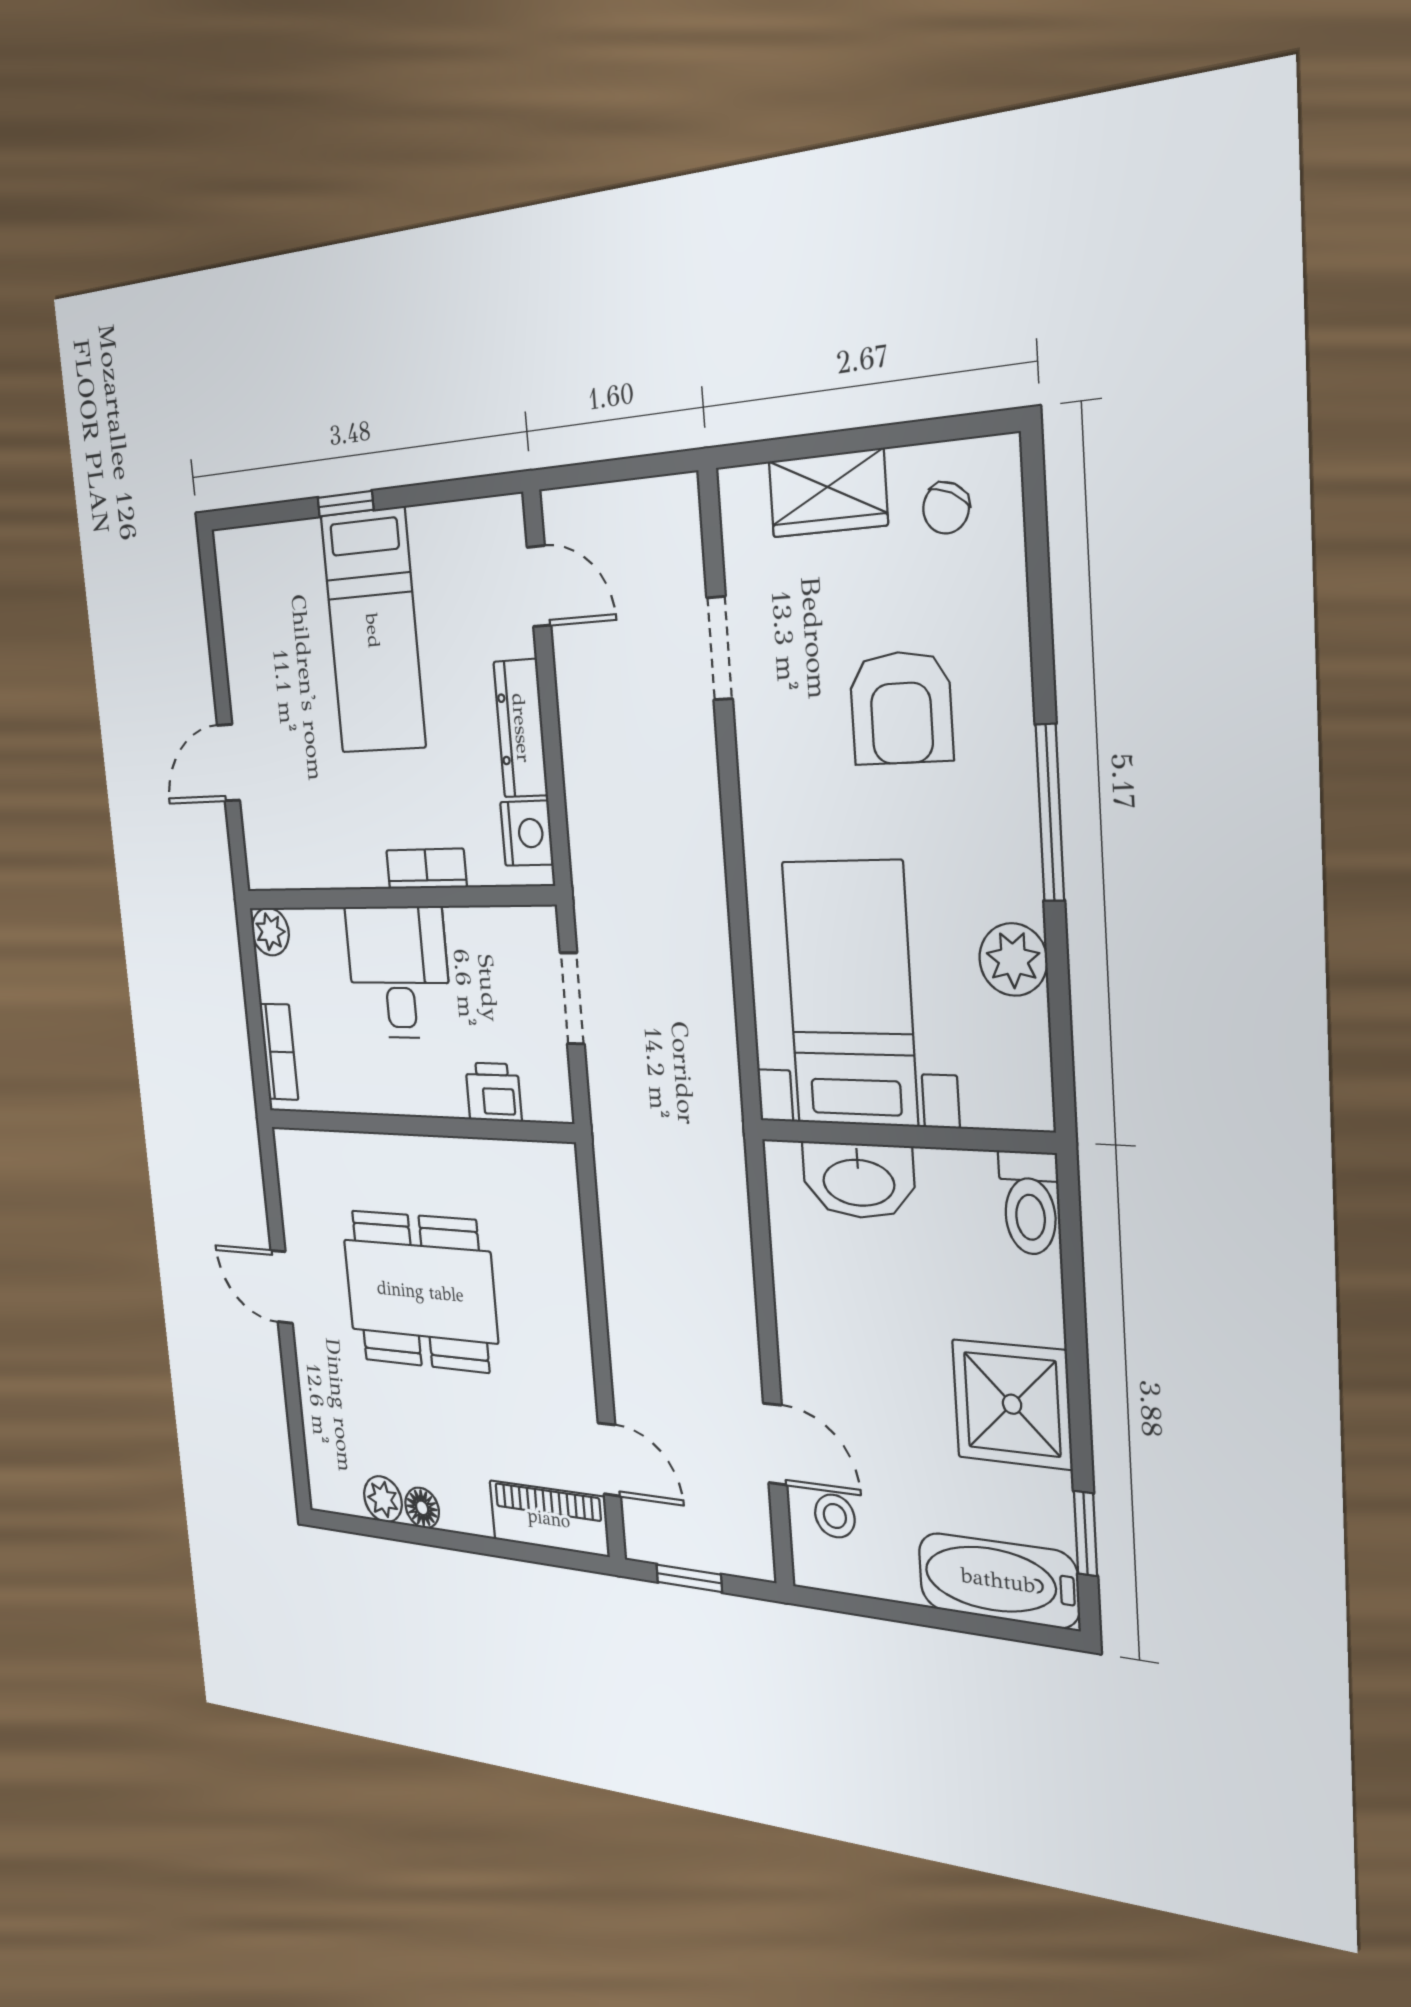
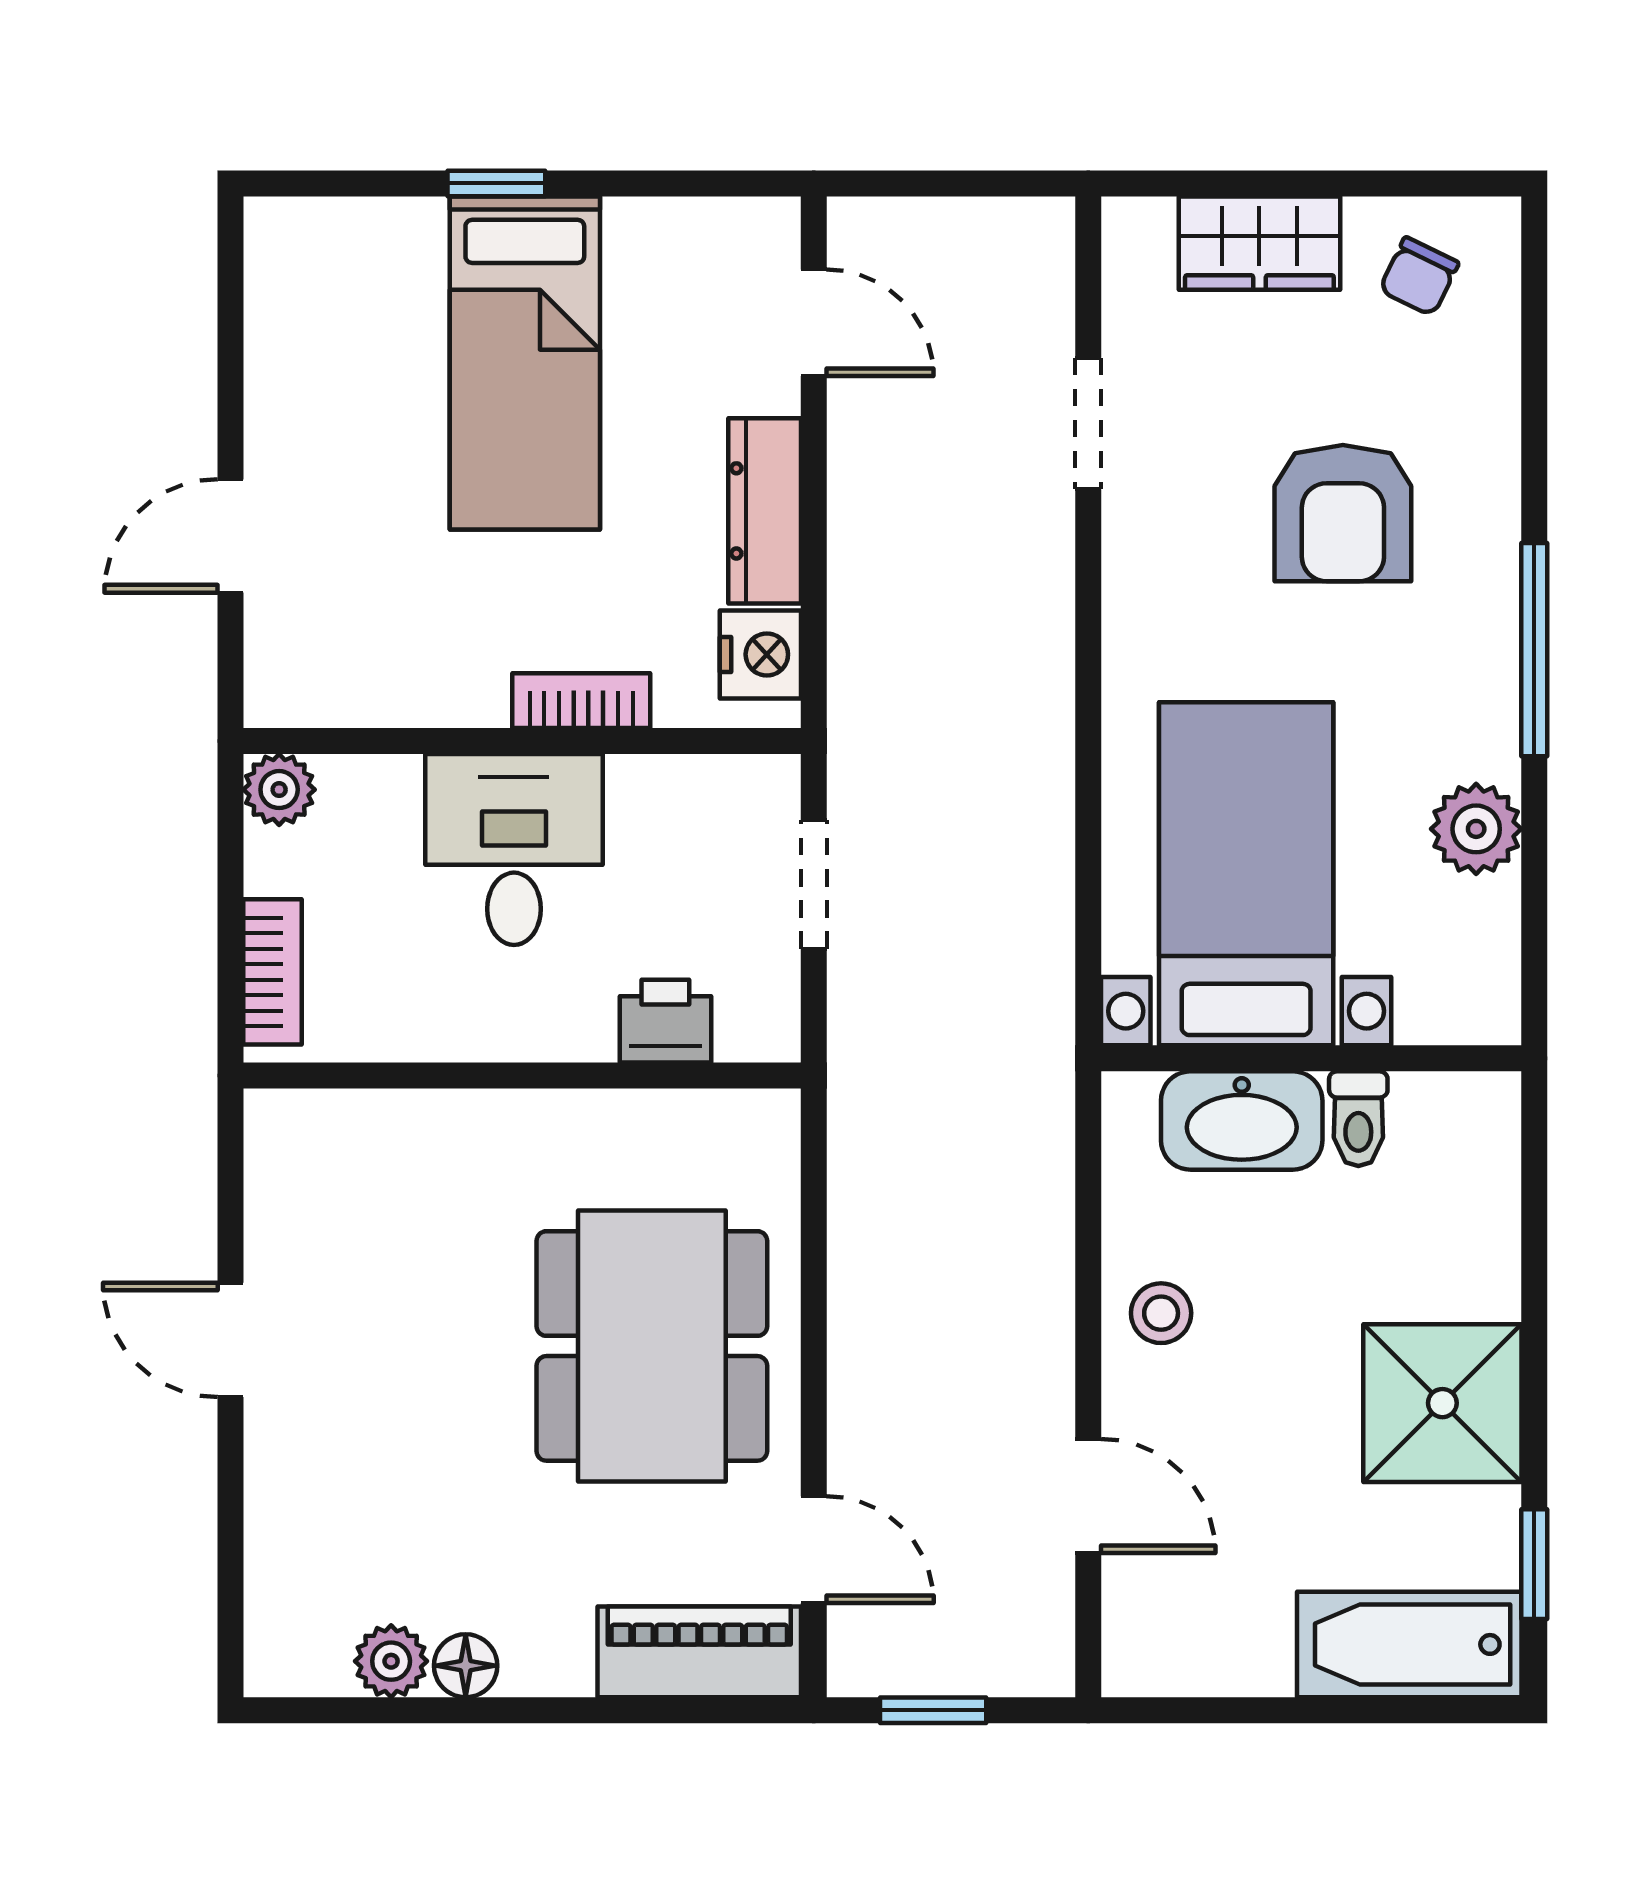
toilet: (1030, 1203) -> (1358, 1119), moved, width x0.73, depth x0.72
dining table: (420, 1291) -> (652, 1346), moved, turned 90
stool: (835, 1516) -> (1161, 1313), moved

